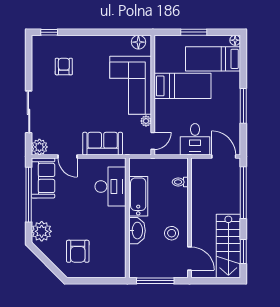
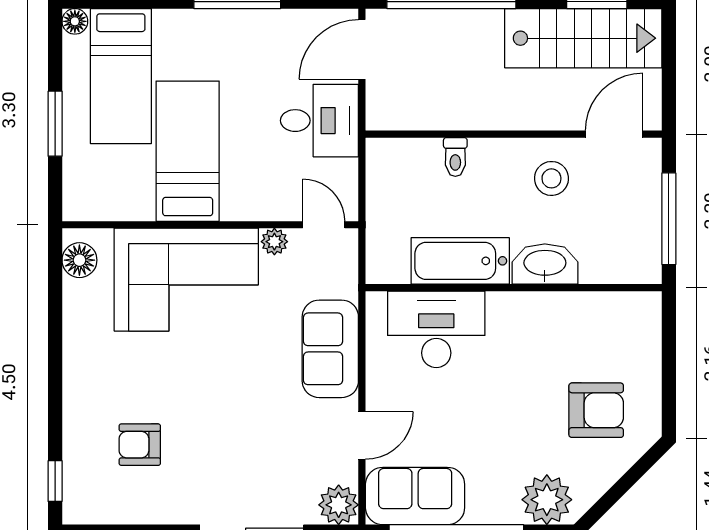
toilet: (180, 182) -> (455, 157), moved

